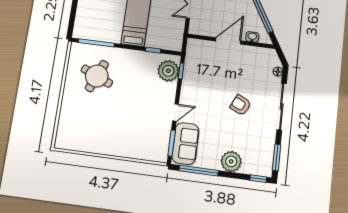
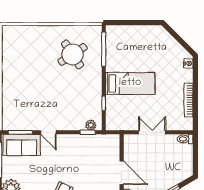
plant: (168, 71) -> (91, 125), width x0.53, depth x0.53
round table: (97, 76) -> (73, 54), turned 34

